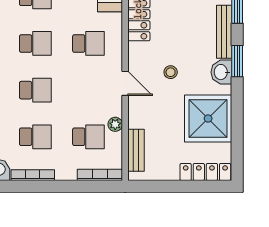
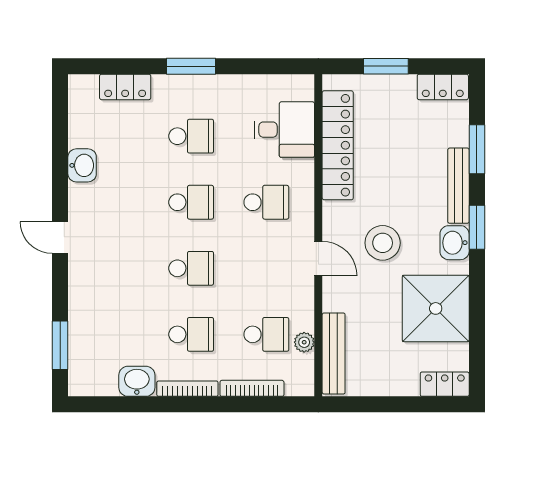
stool: (171, 72) -> (383, 243), width x1.89, depth x1.89
plant: (115, 124) -> (304, 342), moved
bench: (136, 150) -> (334, 353), width x1.36
locker: (205, 172) -> (445, 384), width x0.66
bookcase: (100, 175) -> (252, 388), moved

